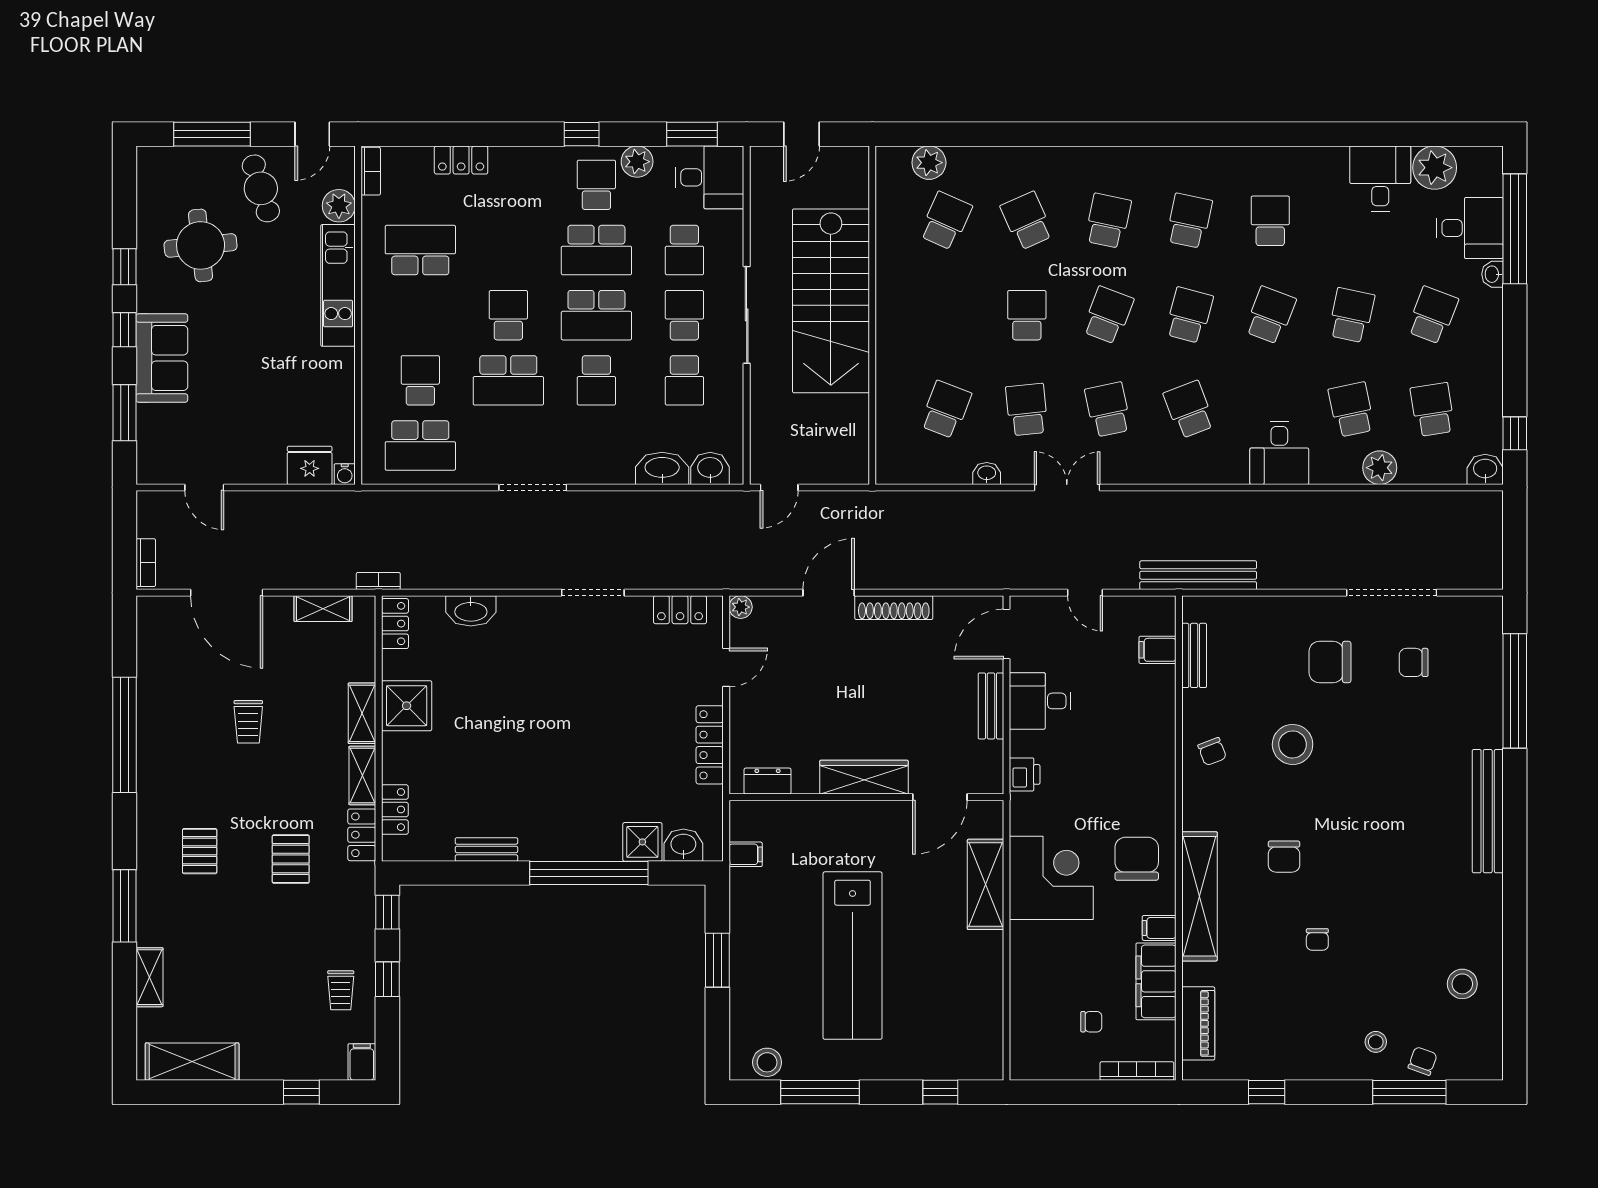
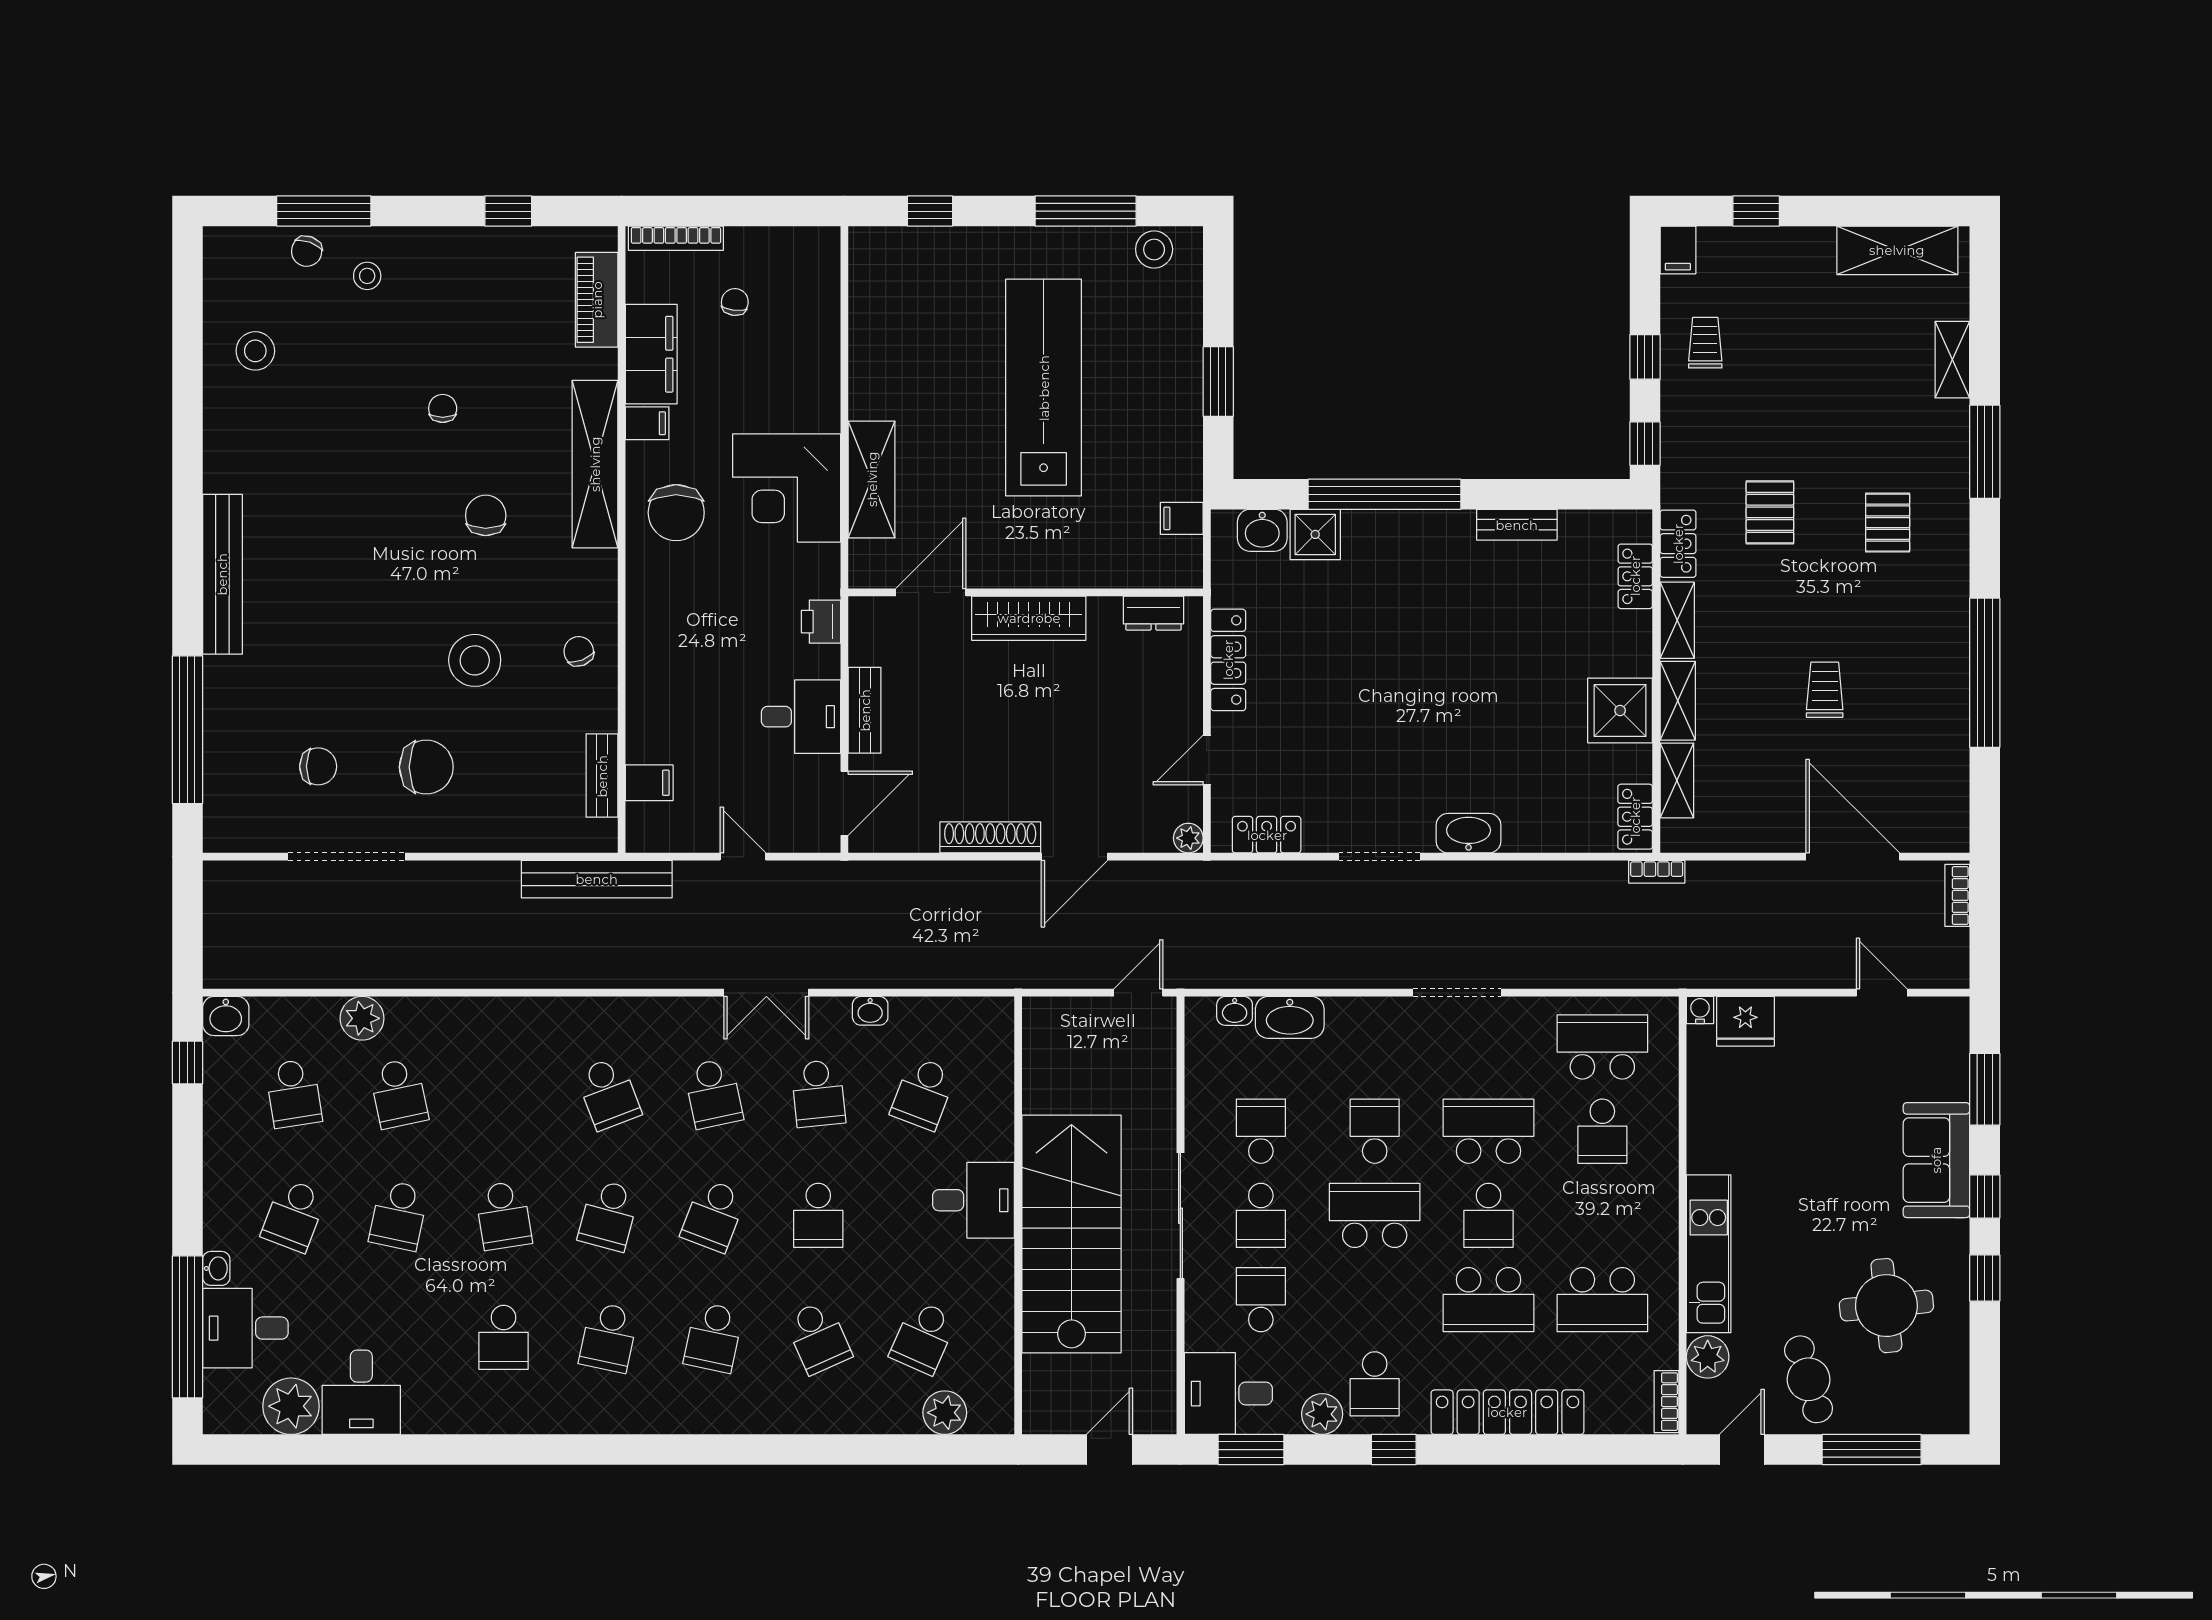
locker: (461, 160) -> (1507, 1412), width x2.16, depth x1.21
school desk: (596, 250) -> (1488, 1300), moved, turned 180
school desk: (1270, 315) -> (504, 1215), turned -30
desk: (1279, 453) -> (973, 1200), moved, turned 90
washbasin: (710, 468) -> (1235, 1011), width x0.72, depth x0.69
shelving: (323, 609) -> (1677, 780), moved, turned 90
washbasin: (471, 611) -> (1469, 833), moved
chair: (1091, 1022) -> (735, 302), turned 97

